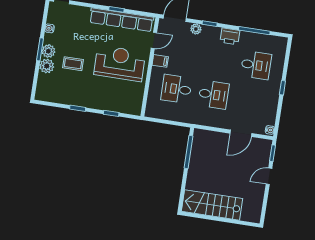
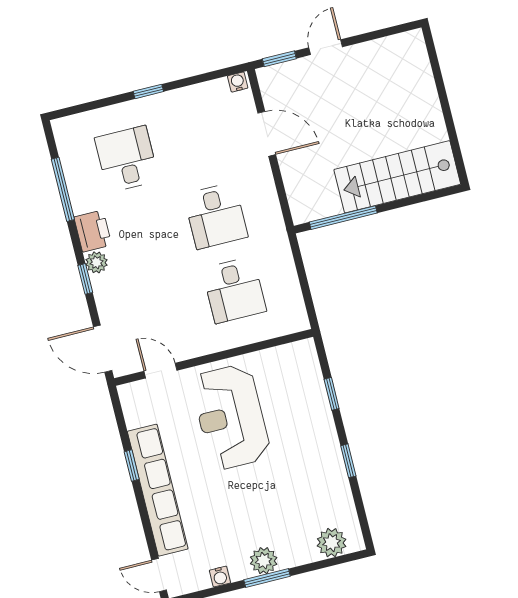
row of seats: (122, 20) -> (158, 490), moved
plant: (196, 29) -> (96, 262), moved
filing cabinet: (160, 61) -> (194, 343), removed
coffee table: (73, 64) -> (268, 505), removed
plant: (47, 66) -> (332, 543), moved
desk: (214, 95) -> (216, 216), turned 180
door: (269, 176) -> (326, 47), swing flipped
stairs: (212, 205) -> (397, 177), moved, turned 90

